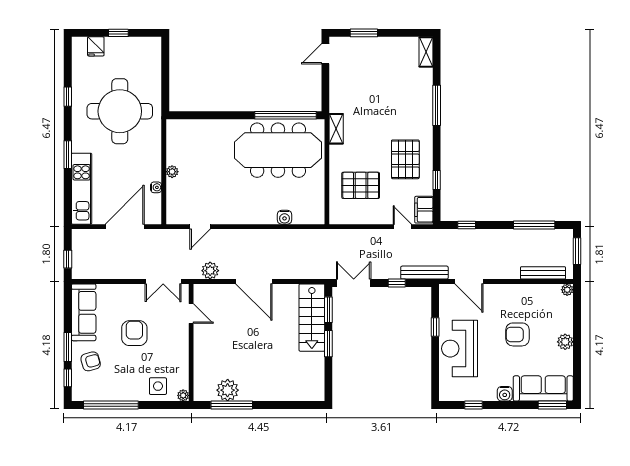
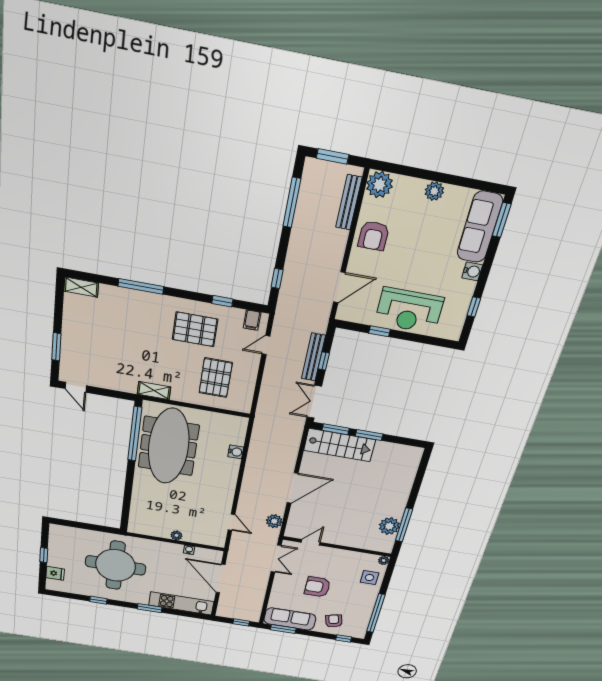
filing cabinet: (424, 210) -> (252, 320), width x0.50
bench: (424, 273) -> (313, 357), moved
plant: (567, 290) -> (379, 185), width x1.88, depth x1.88
armchair: (518, 334) -> (374, 236), moved
window: (68, 347) -> (283, 629), moved

